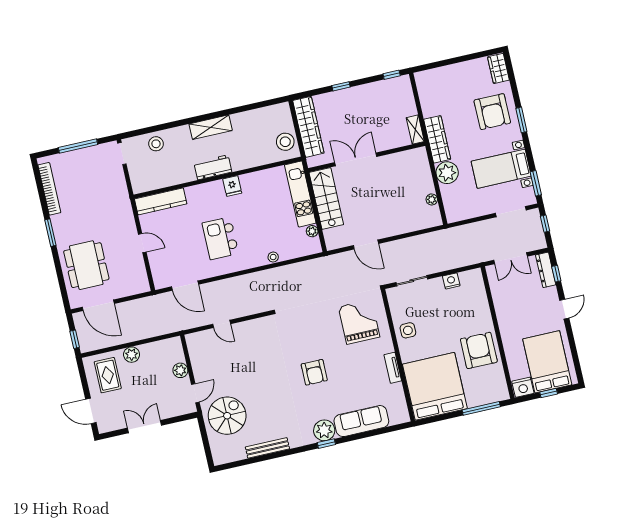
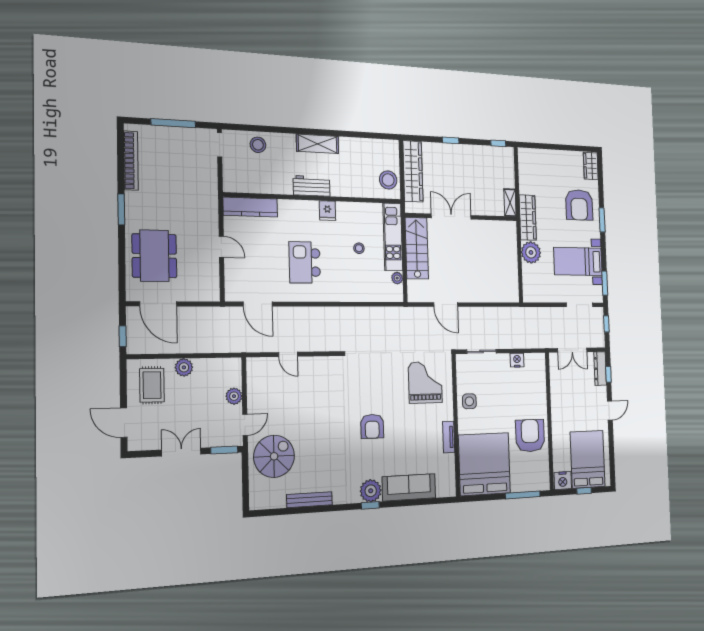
plant: (432, 199) -> (513, 275), removed
stool: (273, 257) -> (359, 248), moved
window: (181, 418) -> (224, 450), added

